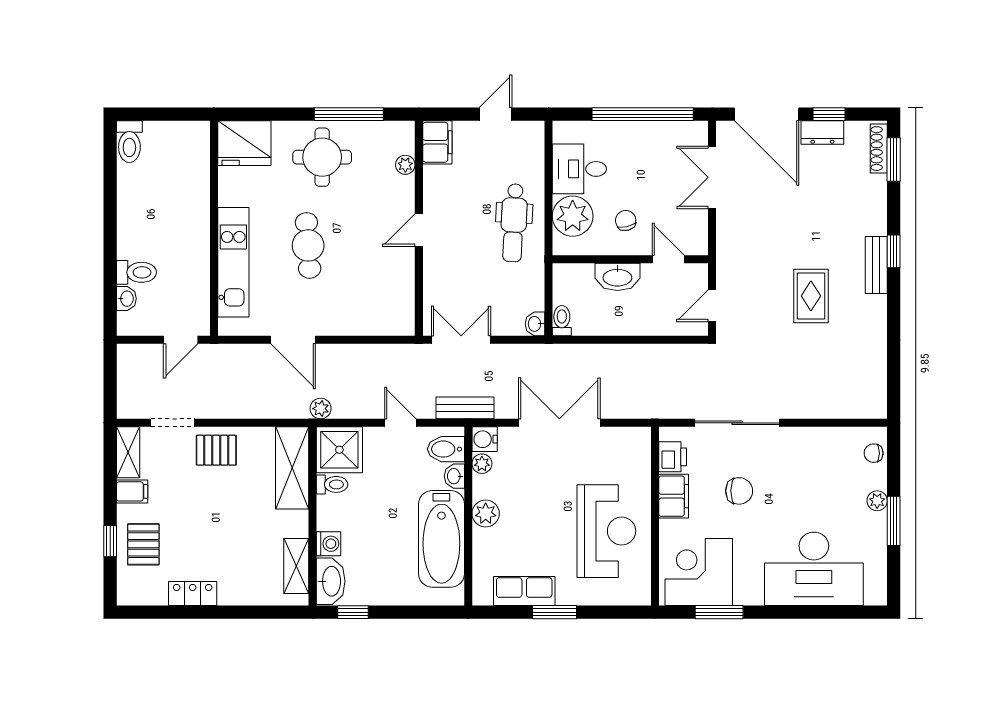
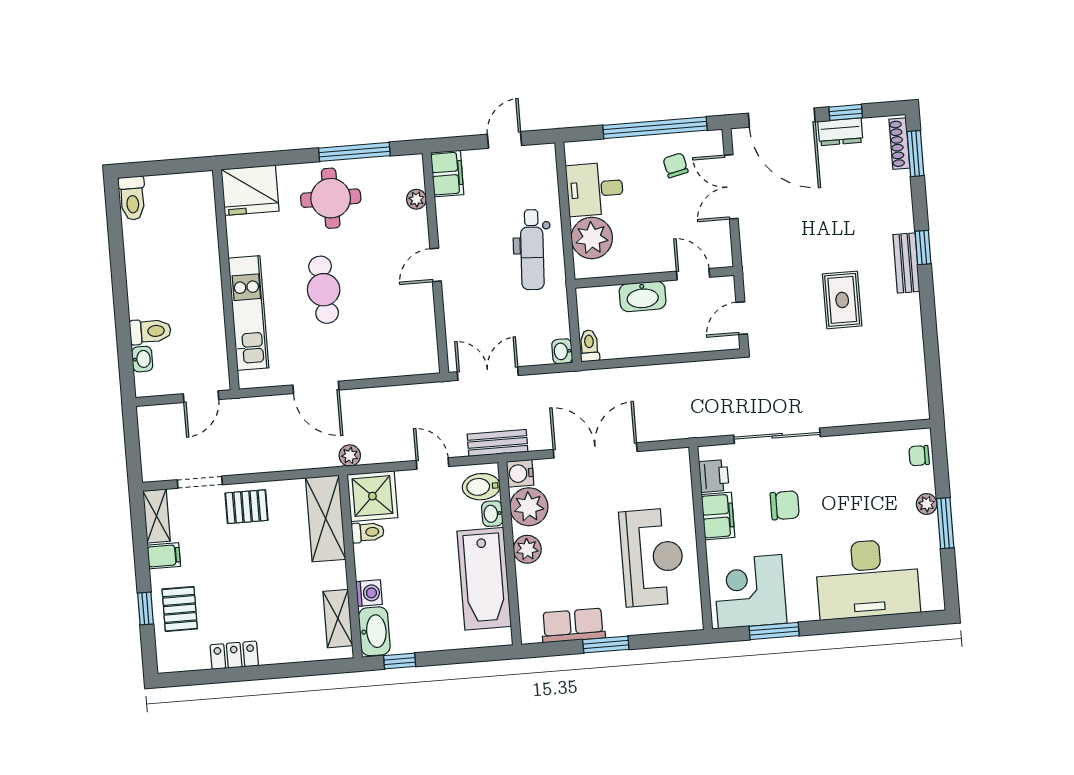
chair: (626, 220) -> (676, 165), moved
plant: (482, 464) -> (529, 507), width x1.88, depth x1.88

